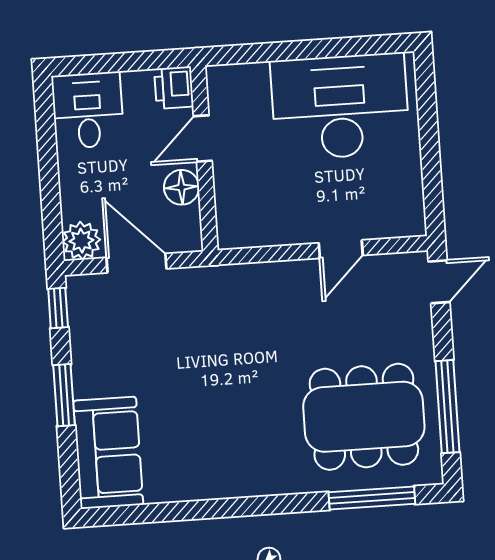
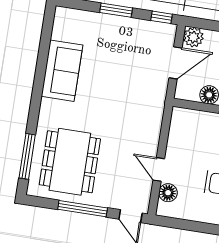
floor lamp: (380, 222) -> (168, 193), added
window: (447, 407) -> (83, 209), moved
sofa: (108, 453) -> (62, 71), moved, turned -90

